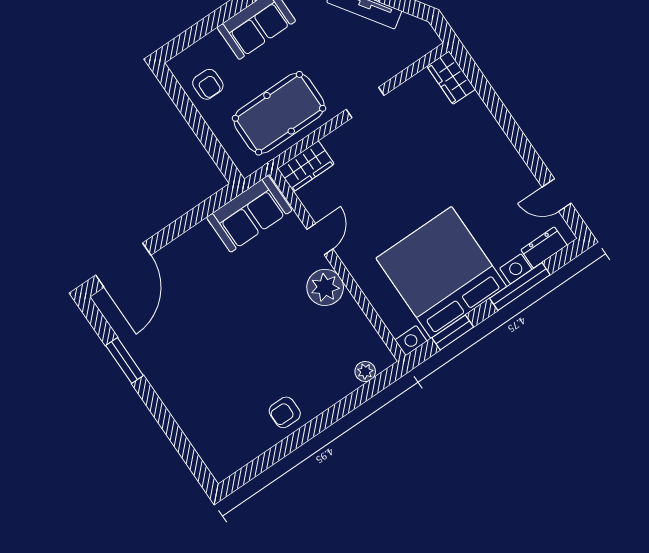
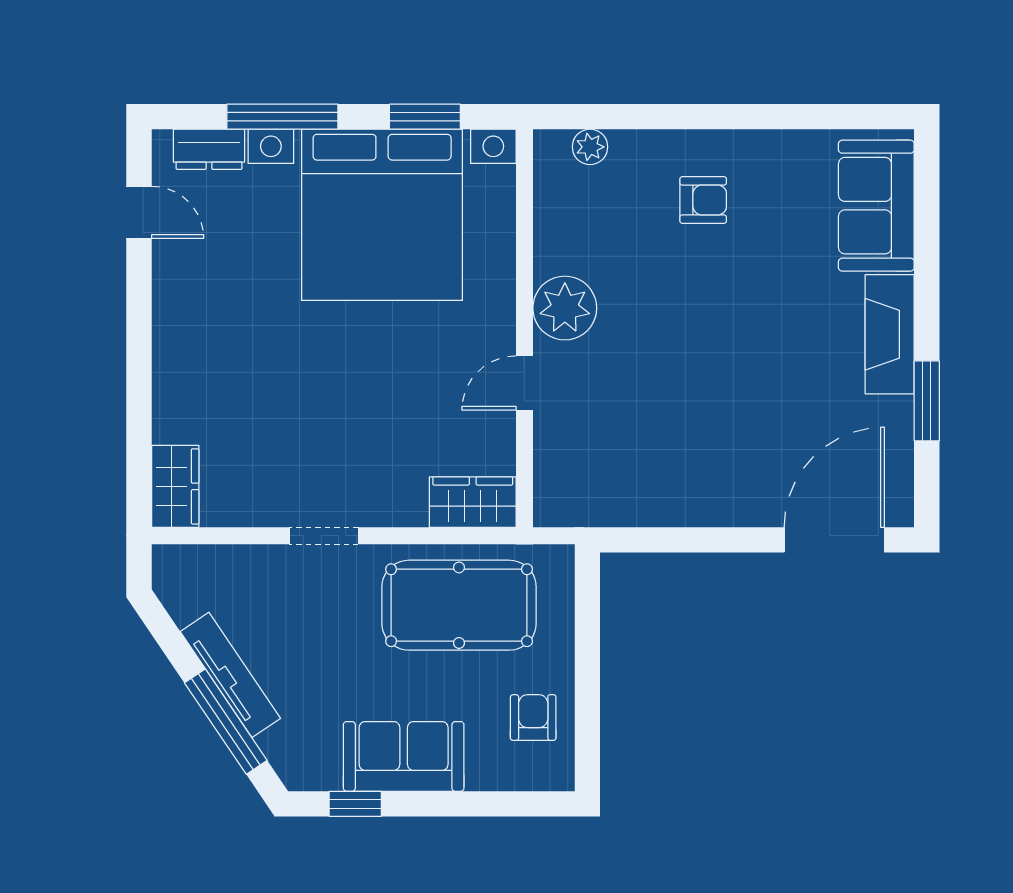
sofa: (249, 214) -> (876, 206), moved, turned -90
fireplace: (164, 380) -> (890, 334), added
armchair: (285, 412) -> (703, 200), moved

